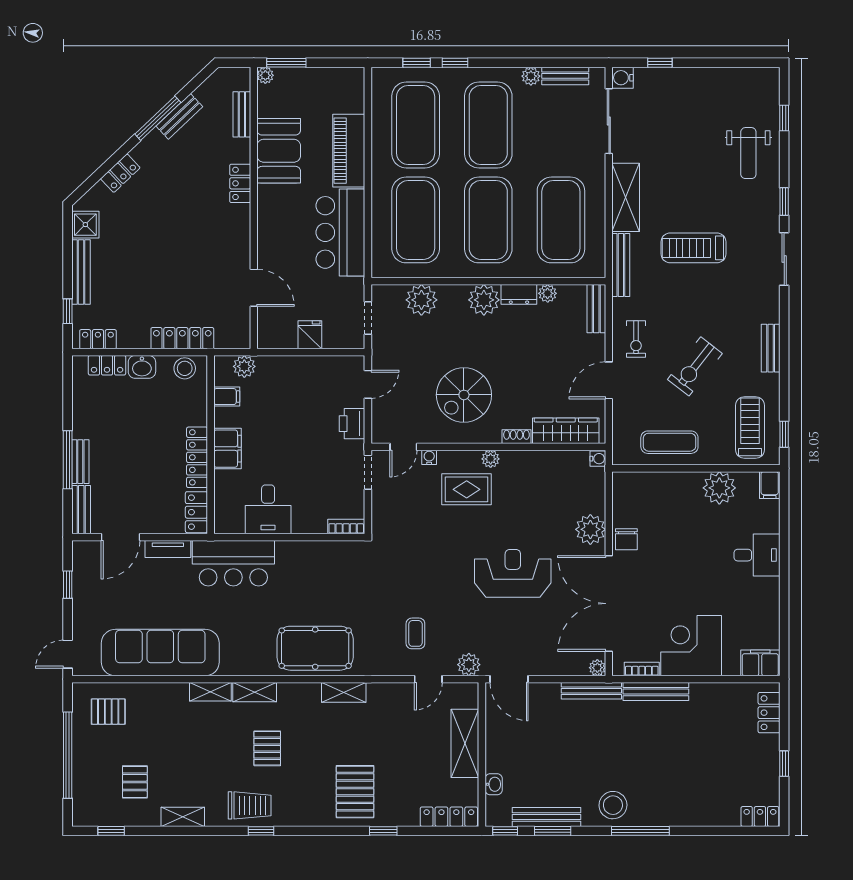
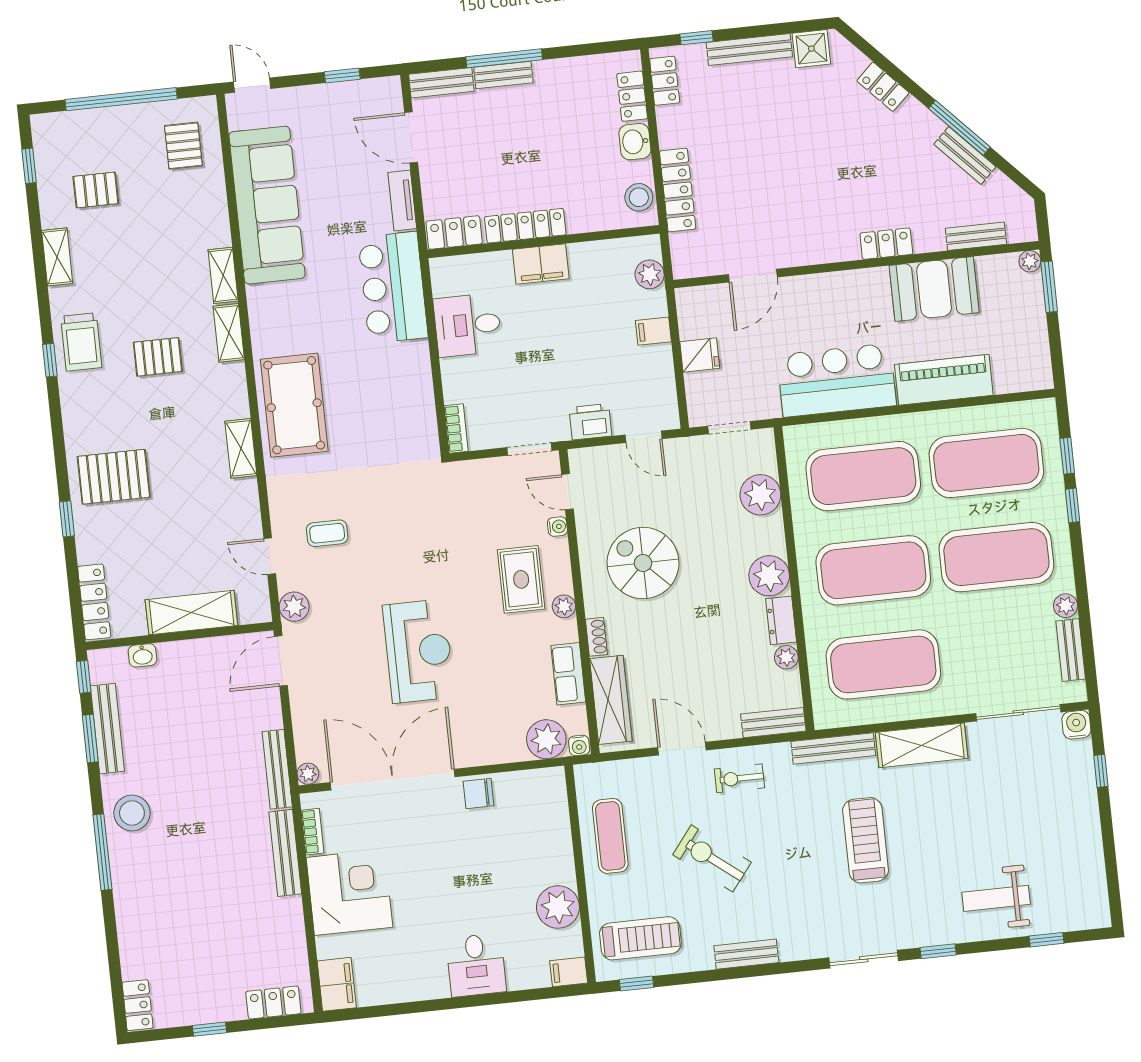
filing cabinet: (227, 397) -> (653, 331), moved, turned 90
row of seats: (542, 461) -> (568, 674), added
plant: (590, 529) -> (546, 739), moved

